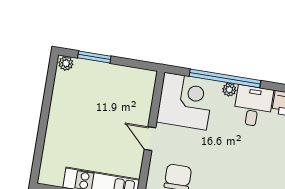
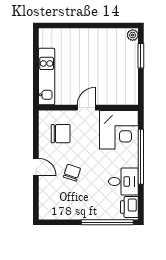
plant: (229, 90) -> (133, 161), removed
chair: (231, 171) -> (72, 173), added

